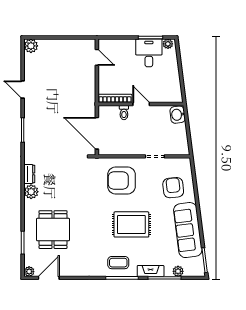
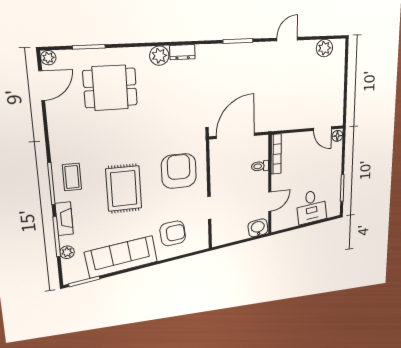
floor lamp: (104, 44) -> (337, 136), added
plant: (168, 44) -> (335, 208), removed
plant: (31, 46) -> (324, 48), moved
desk: (149, 53) -> (311, 207), moved, turned 83
door: (97, 57) -> (322, 129), hinge flipped
door: (141, 104) -> (270, 202), moved
door: (49, 278) -> (42, 86), hinge flipped

